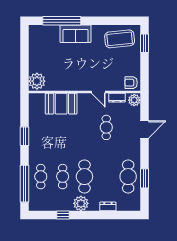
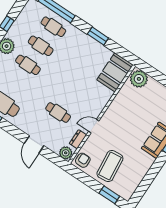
coffee table: (120, 39) -> (110, 166), moved
booth: (61, 104) -> (115, 72), moved
cafe table: (84, 177) -> (28, 65), width x0.73, depth x0.74

